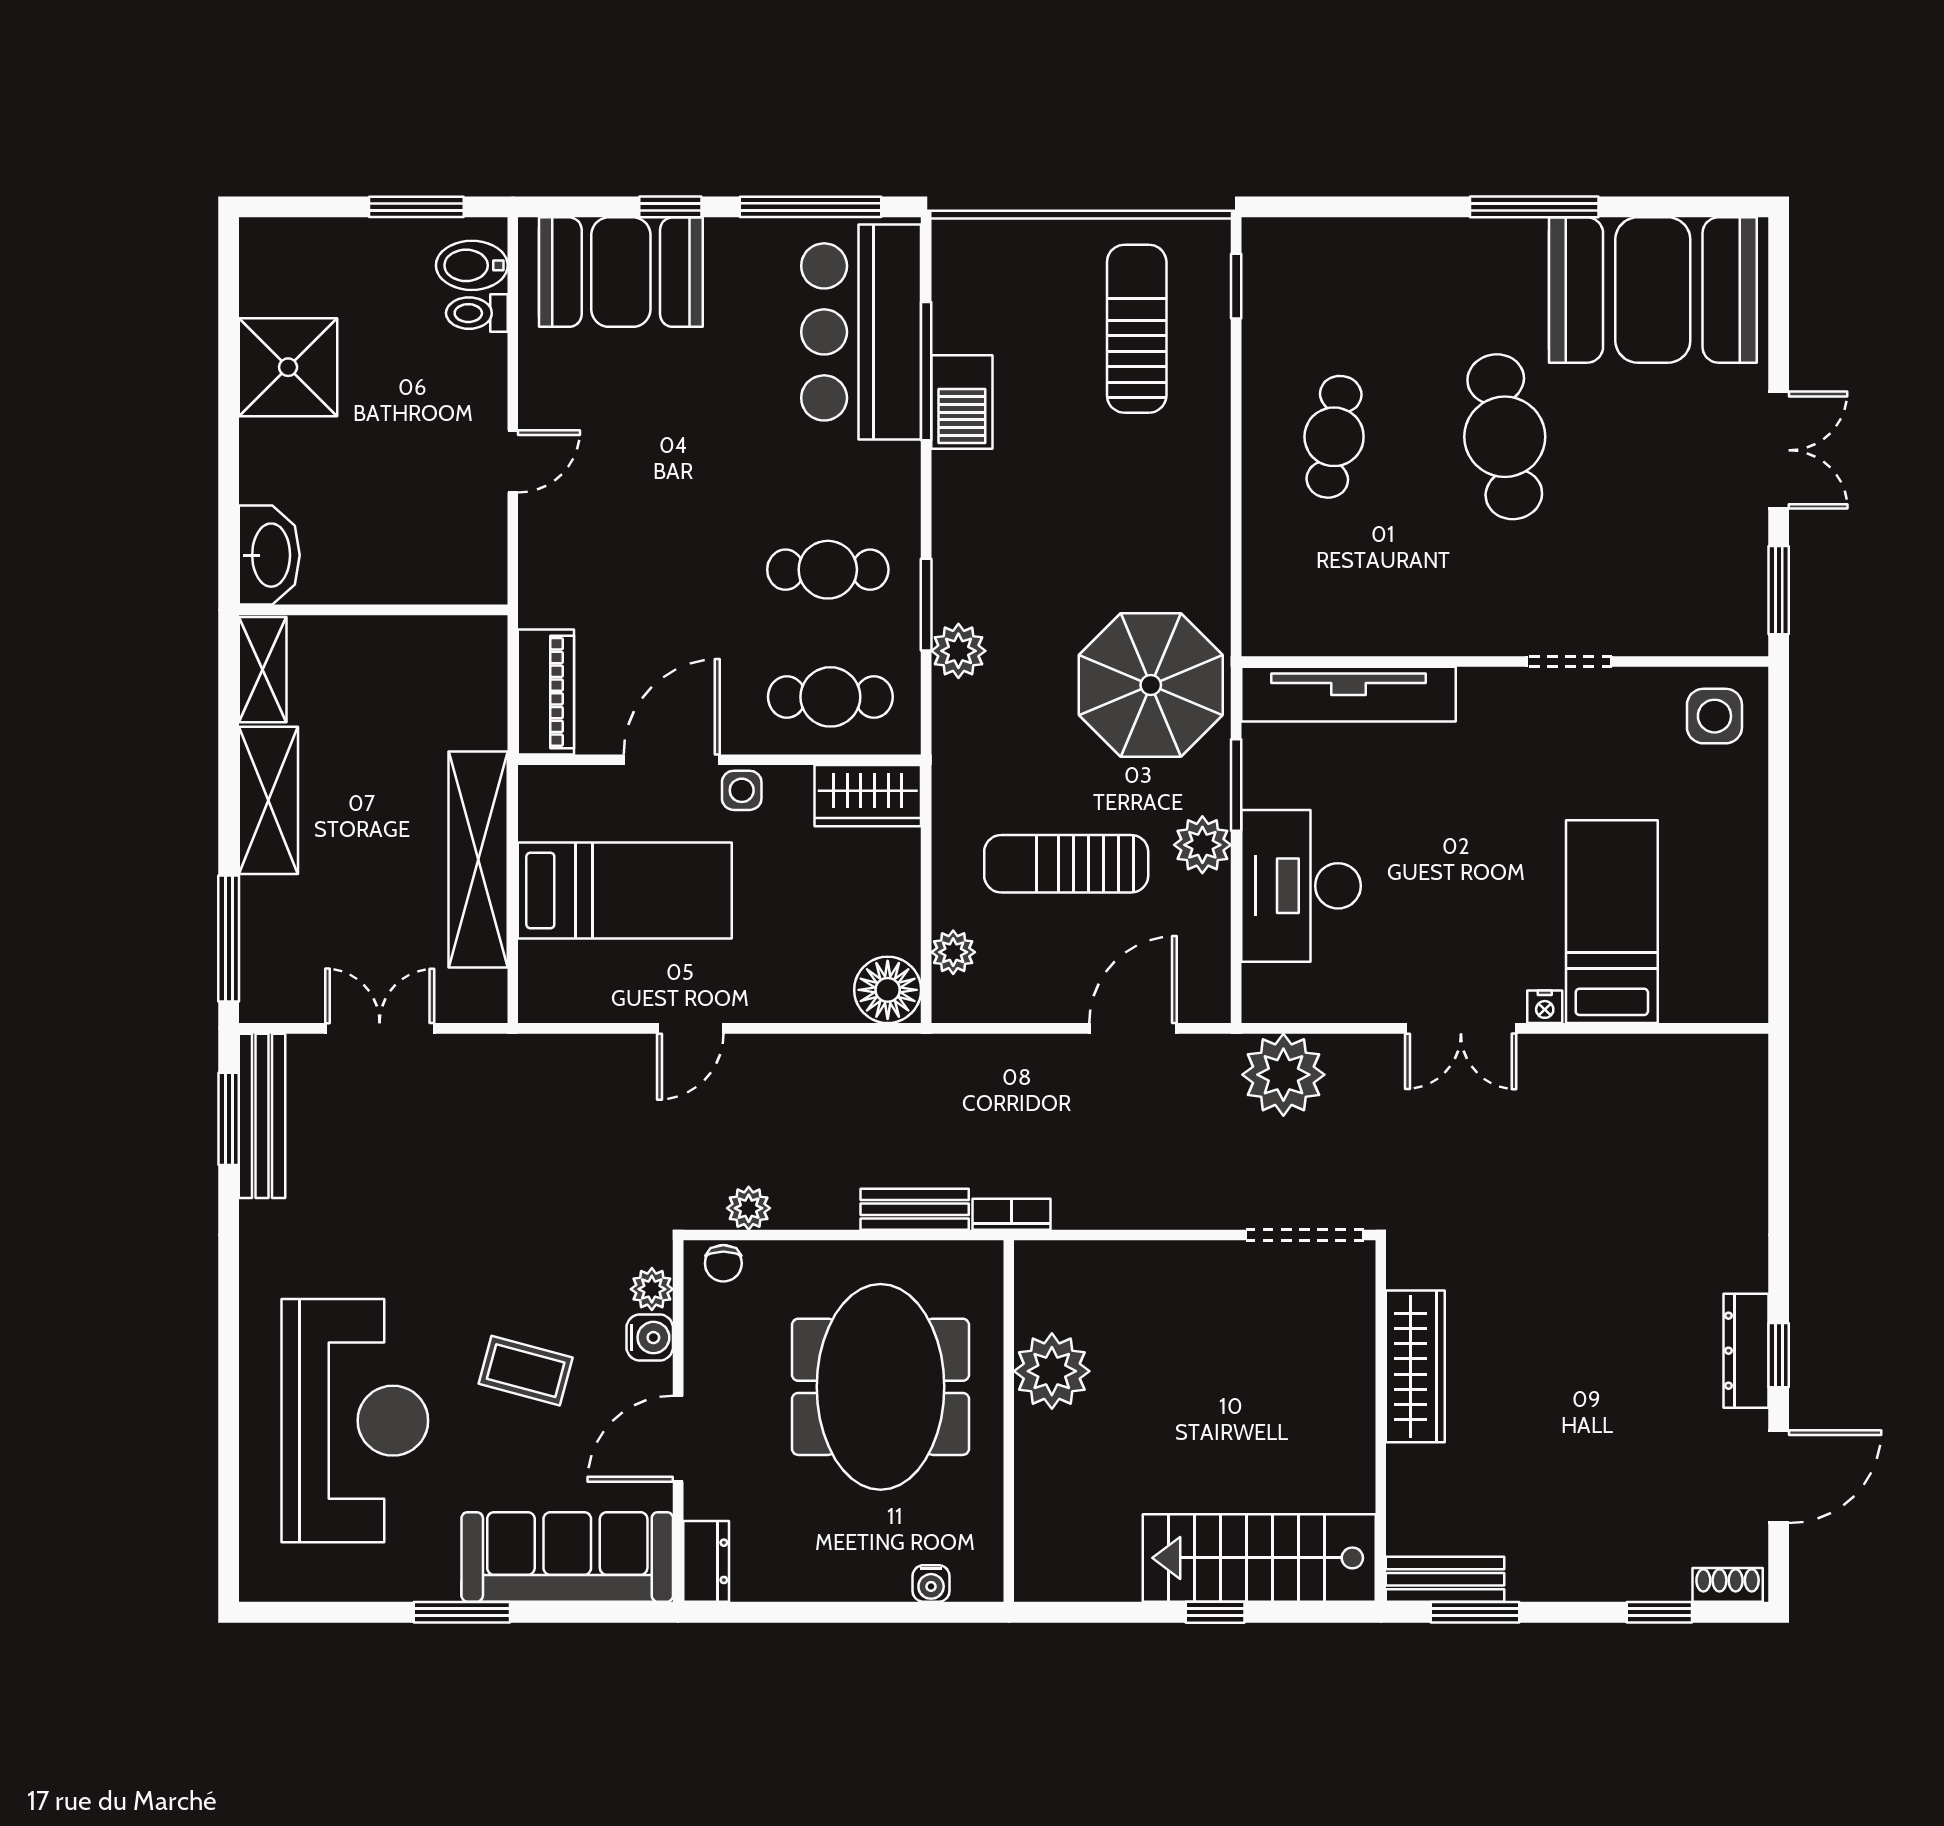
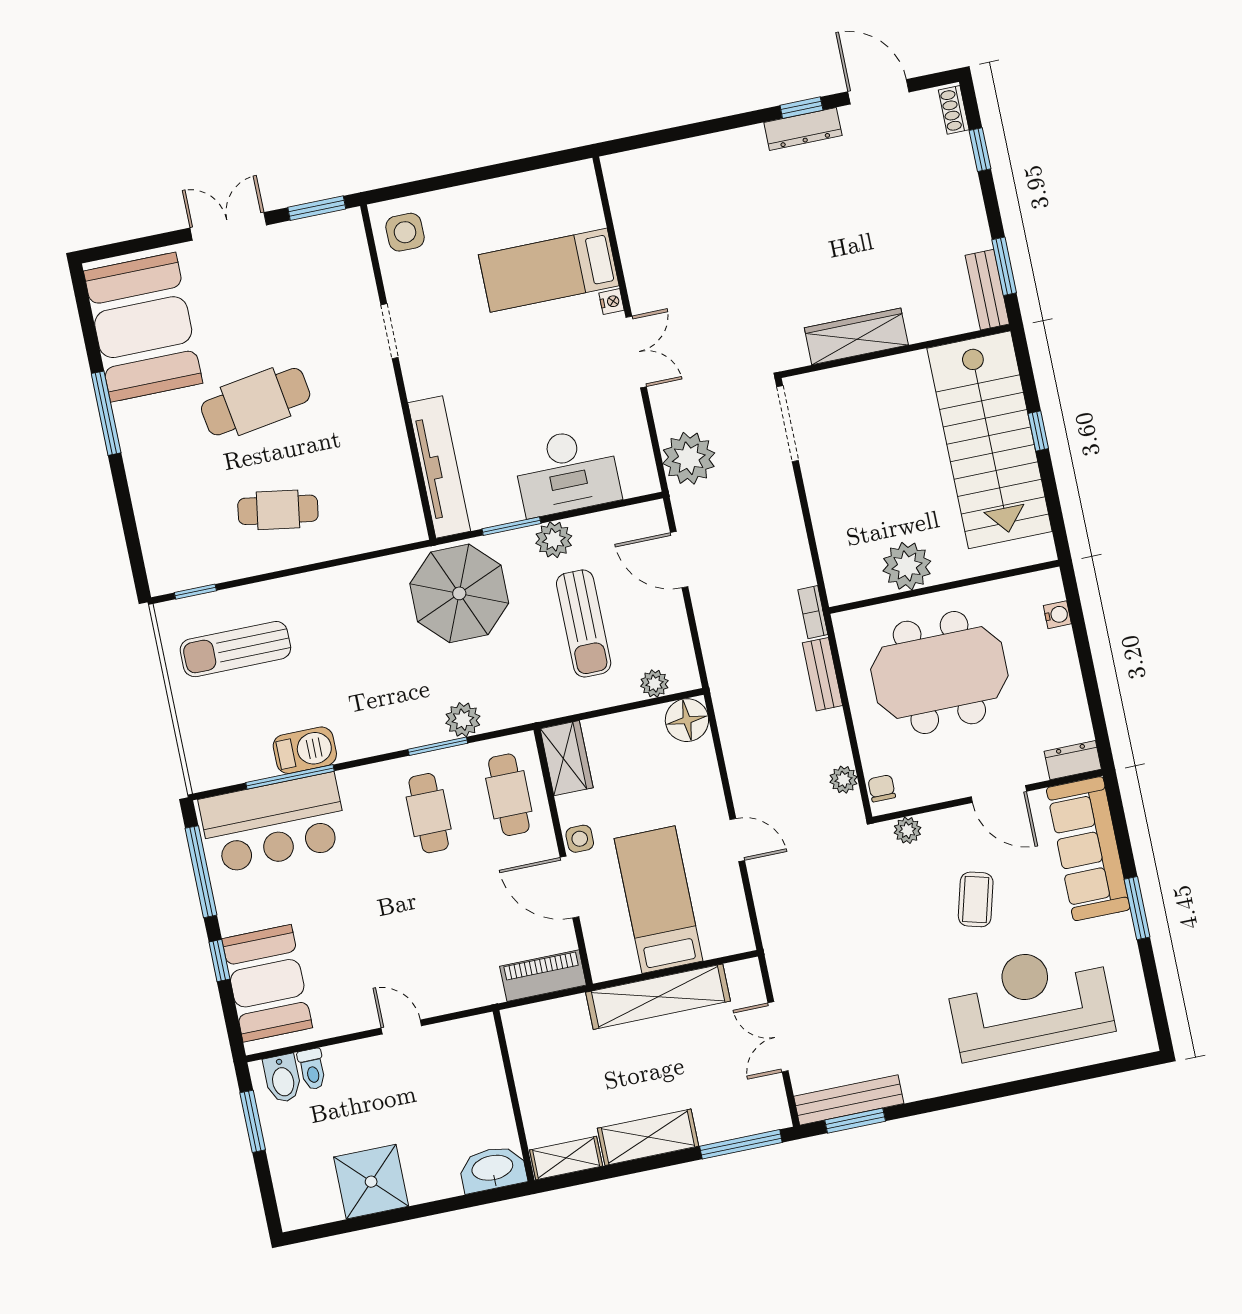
chair: (723, 1263) -> (882, 788), turned -90
water cooler: (650, 1338) -> (938, 825), removed
stairs: (1259, 1558) -> (990, 440), width x1.36, depth x1.51

